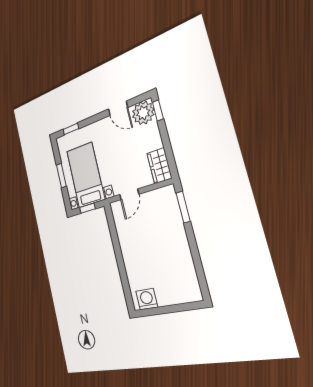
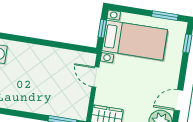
window: (61, 176) -> (165, 16), moved

